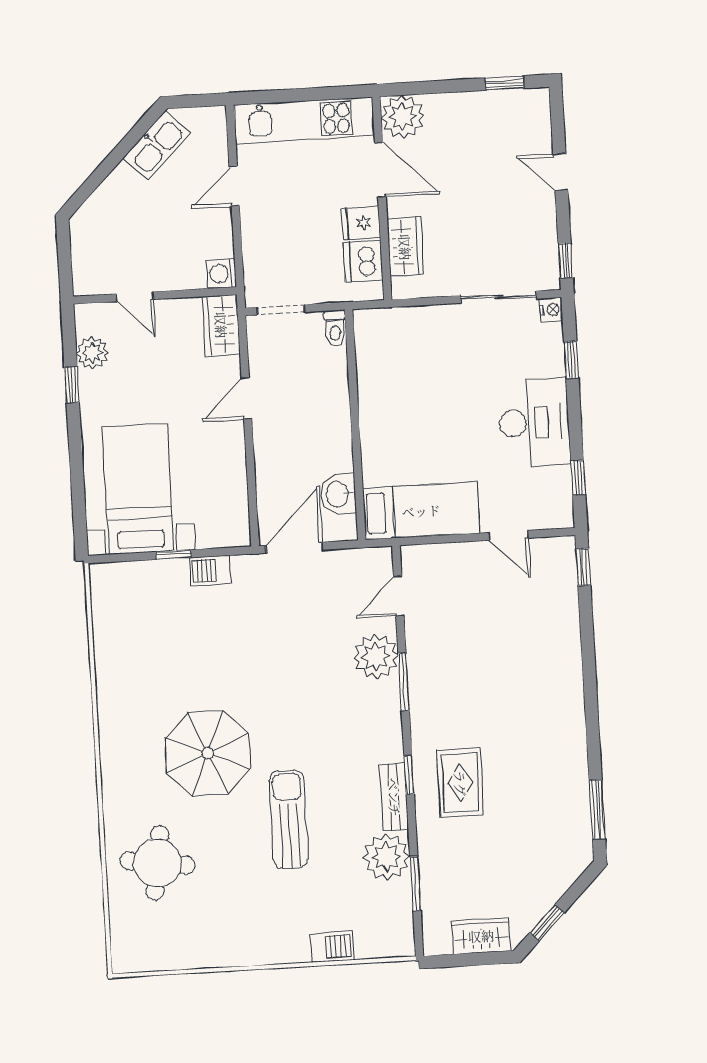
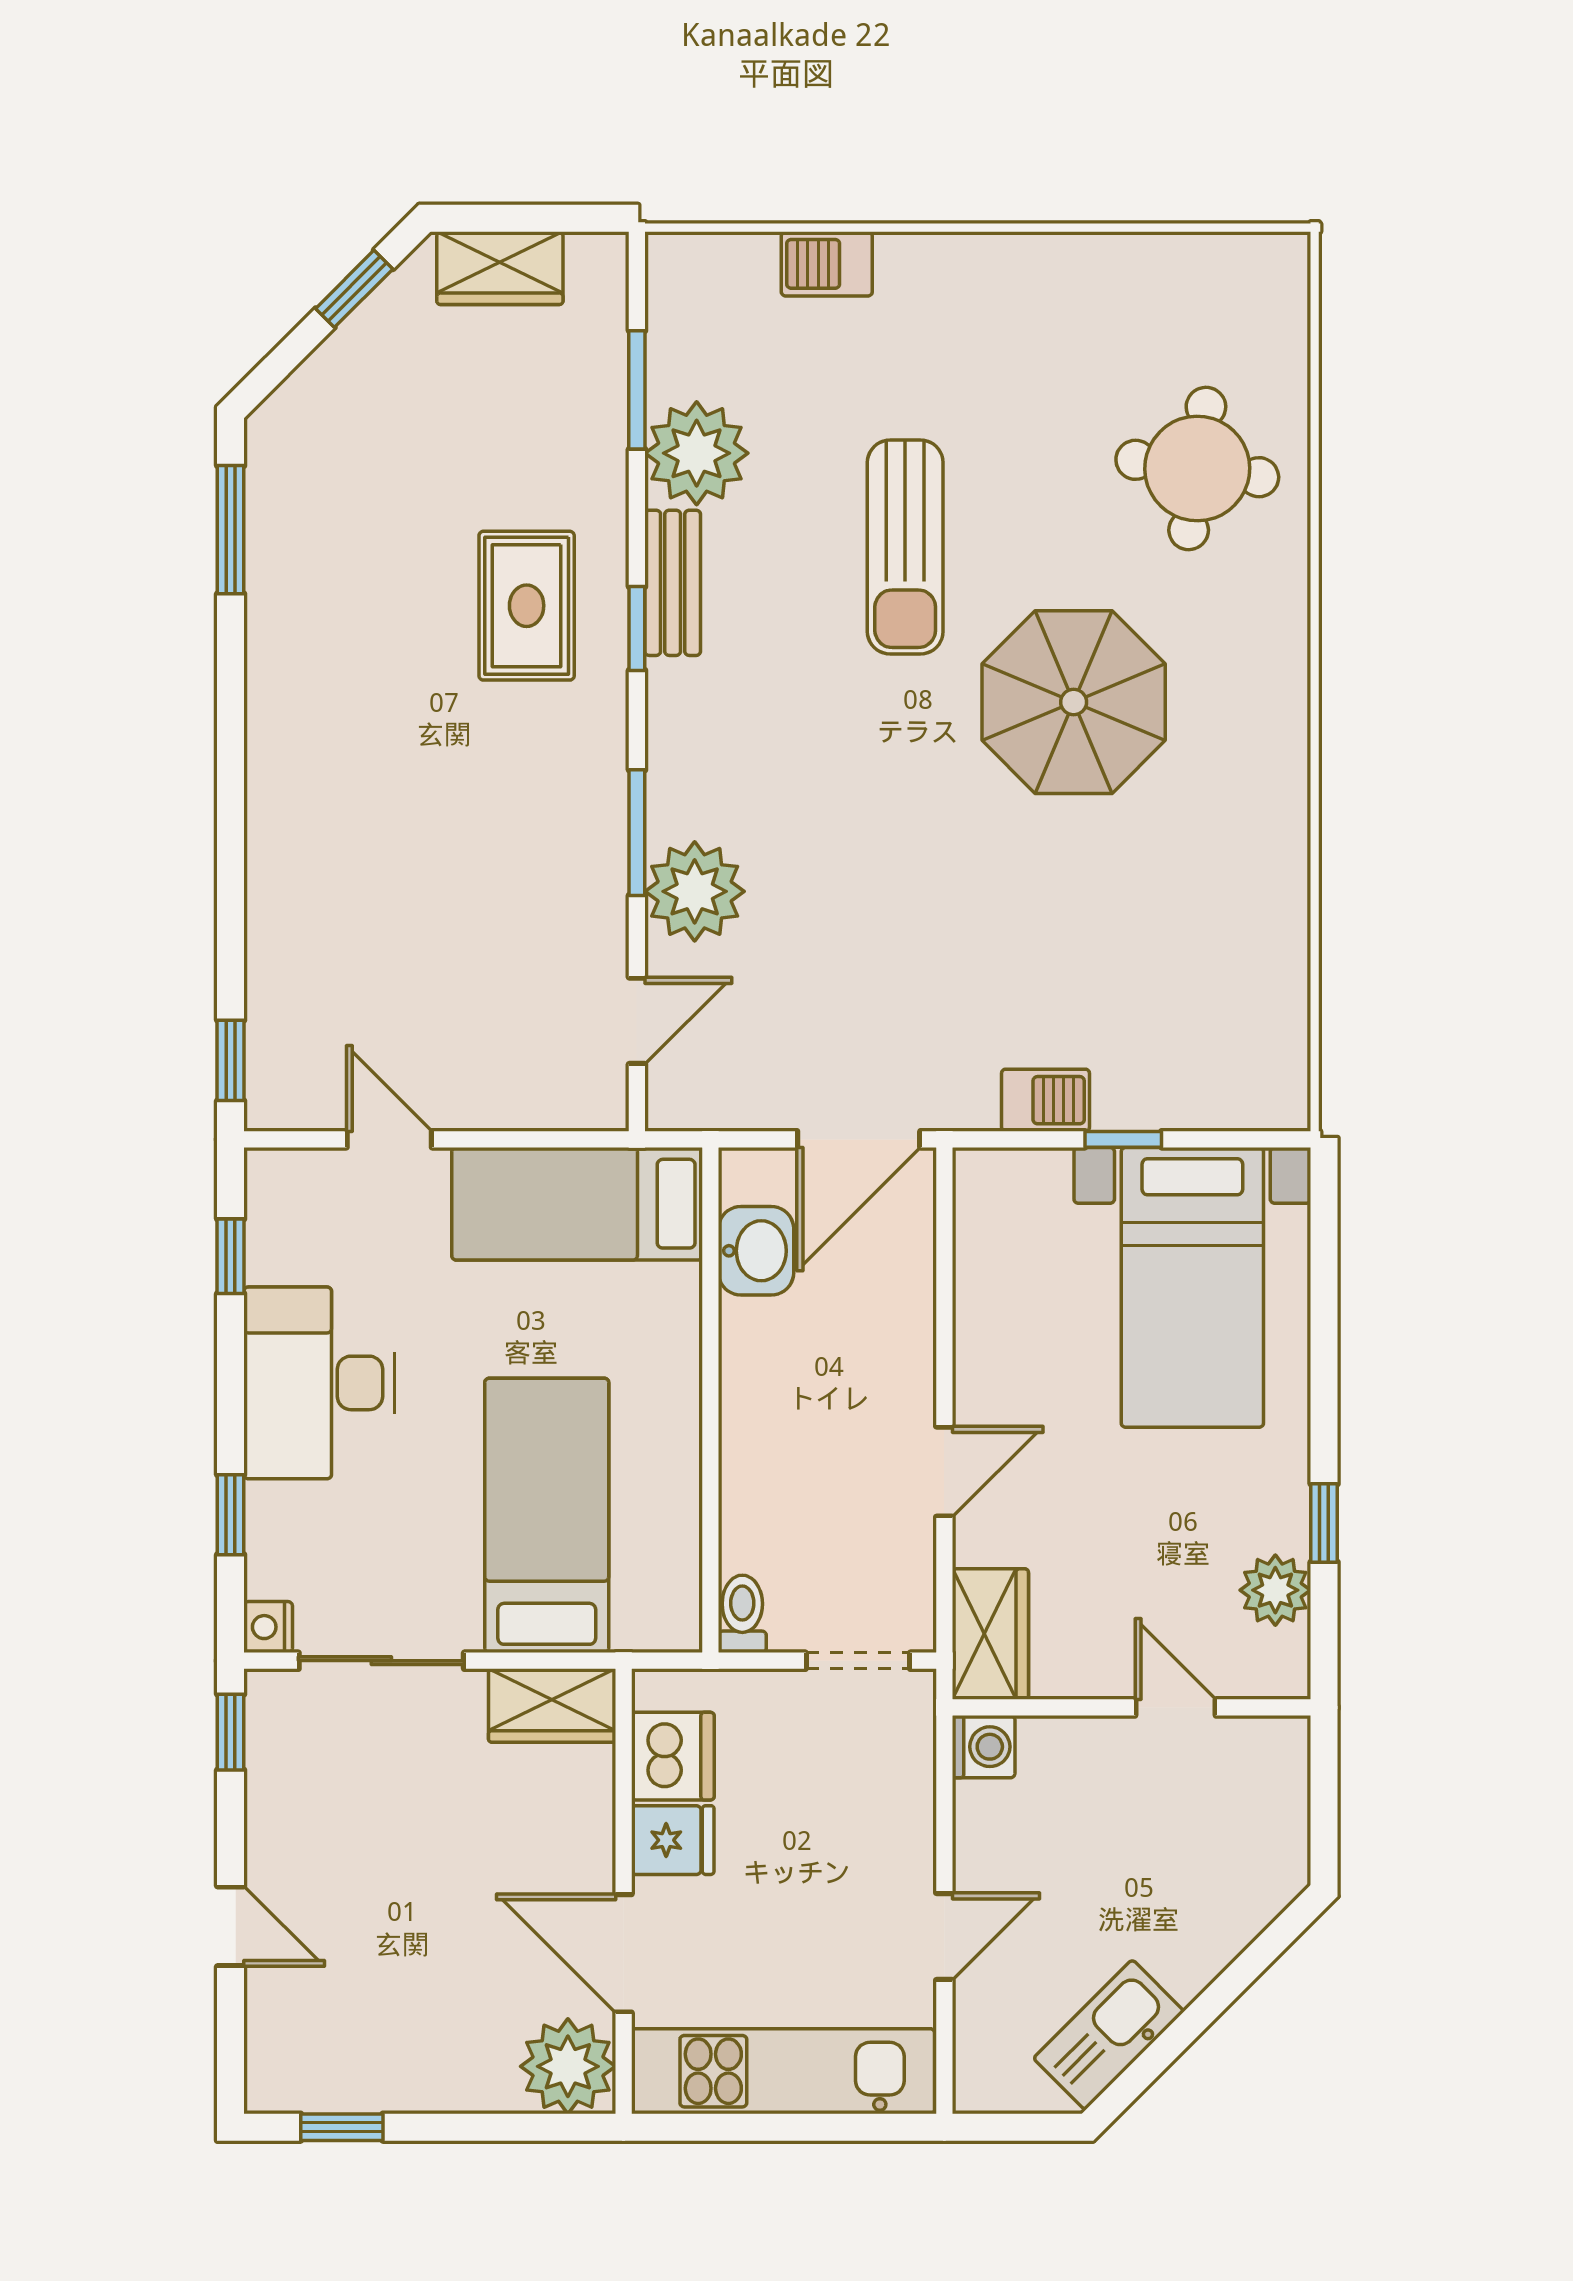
wardrobe: (405, 247) -> (552, 1706), moved, turned -90
bed: (427, 368) -> (547, 1515), added

